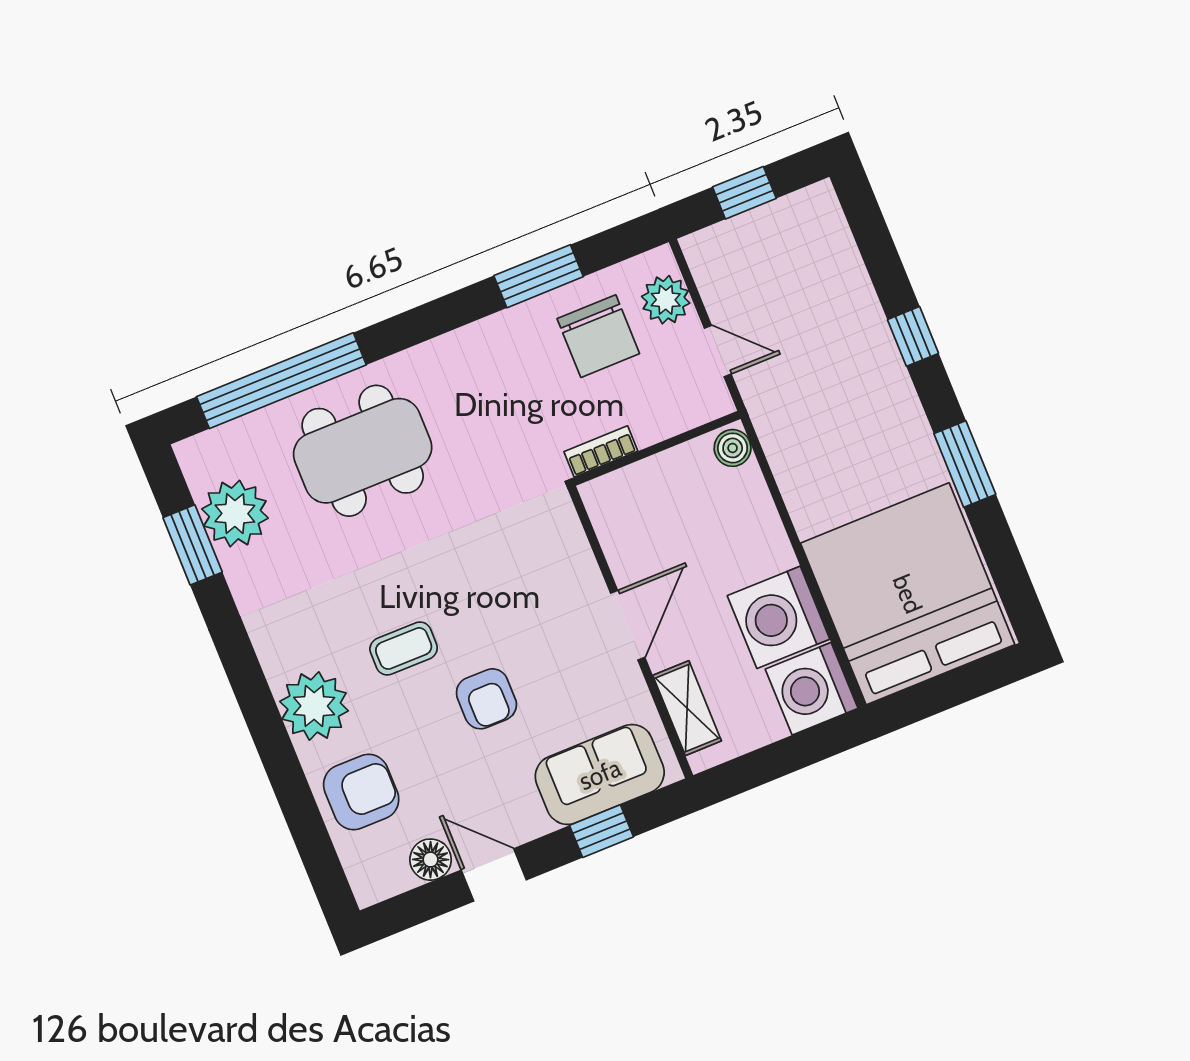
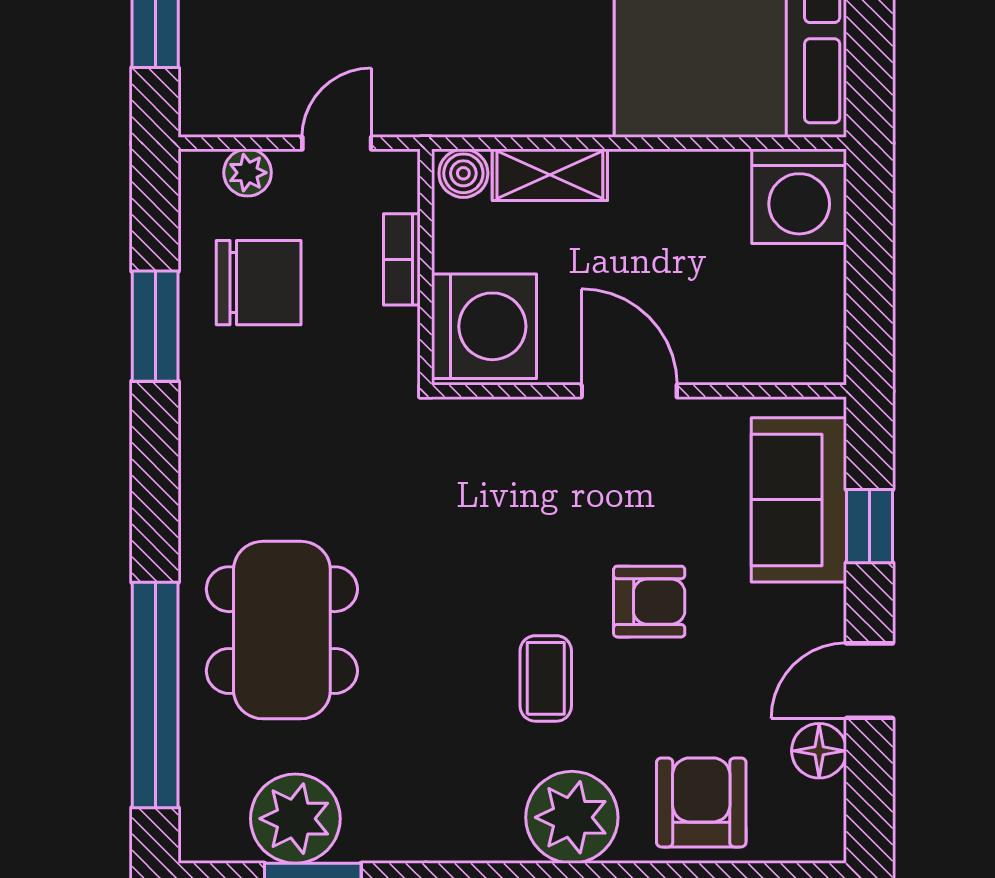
plant: (666, 300) -> (248, 173), width x0.73, depth x0.73
bookcase: (601, 451) -> (402, 259), moved
washing machine: (779, 617) -> (484, 326), moved, turned -90
shelving: (687, 708) -> (550, 175), moved

